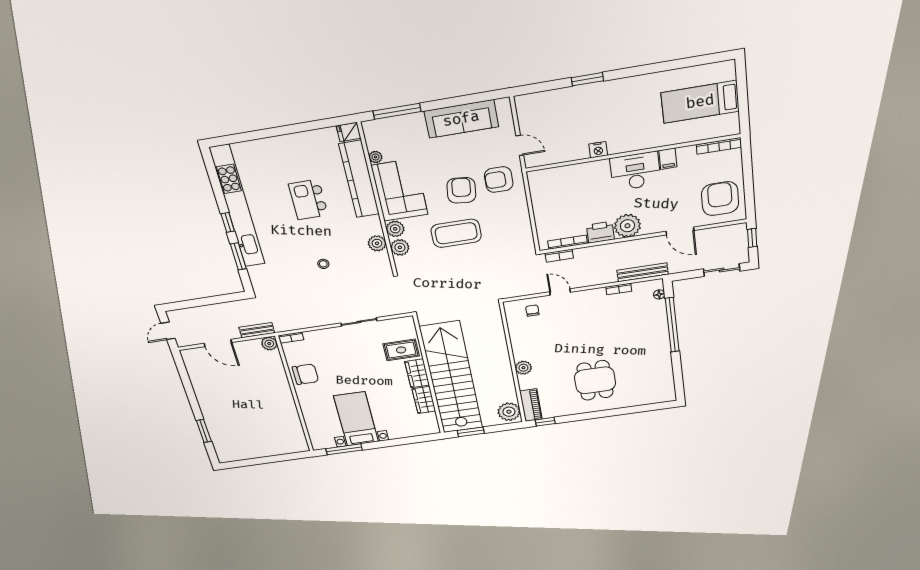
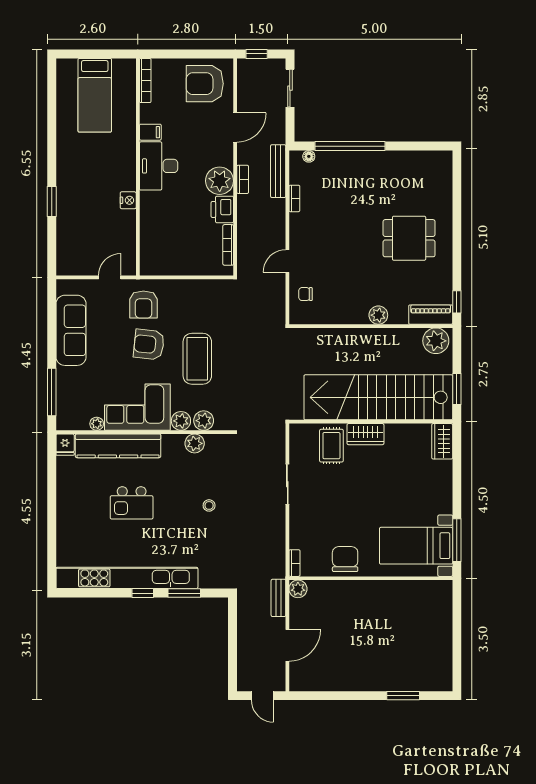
bookcase: (559, 256) -> (243, 179), moved
wardrobe: (424, 400) -> (442, 441), moved, turned 90
bed with nightstands: (356, 419) -> (416, 546), moved

